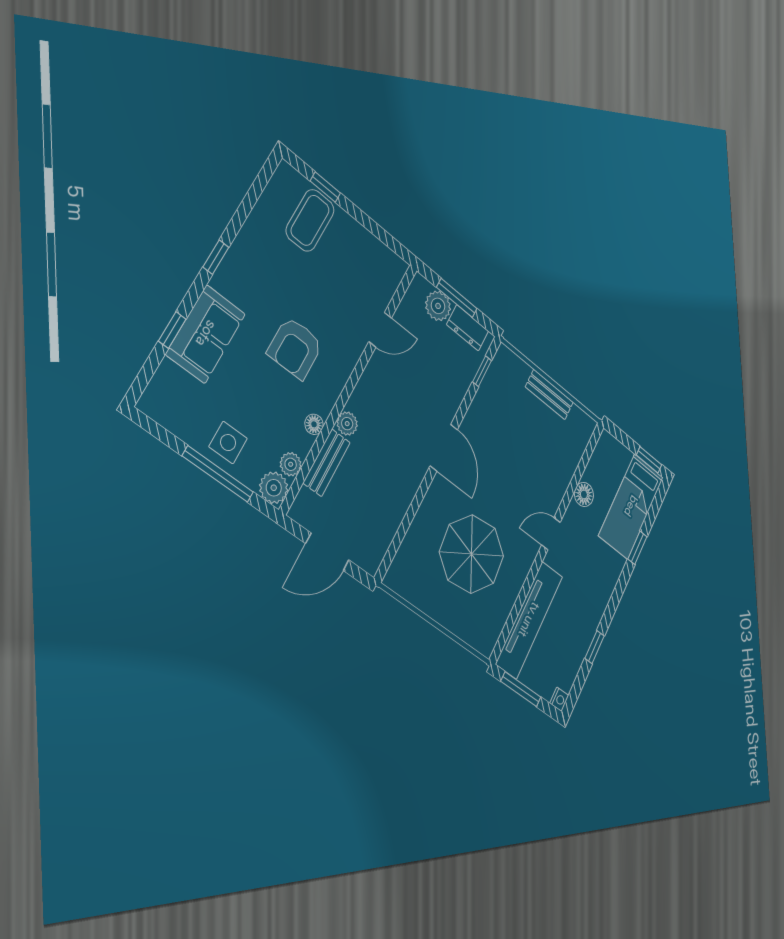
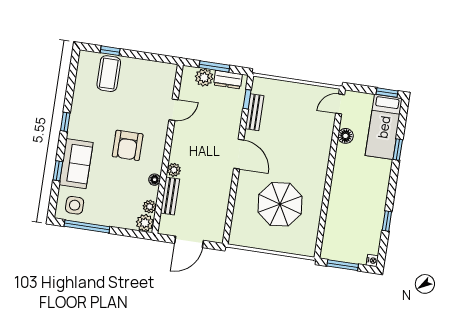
bench: (549, 395) -> (255, 112), moved, turned 90
side table: (228, 443) -> (75, 205), moved
window: (218, 474) -> (87, 226), moved
door: (551, 534) -> (340, 104), moved
tv unit: (529, 620) -> (334, 224), removed

